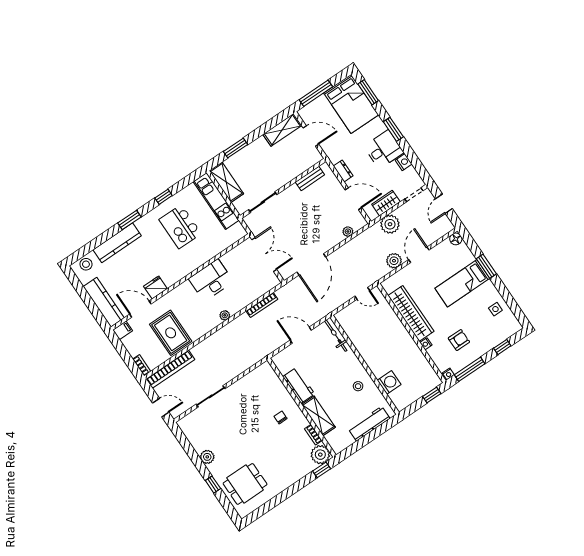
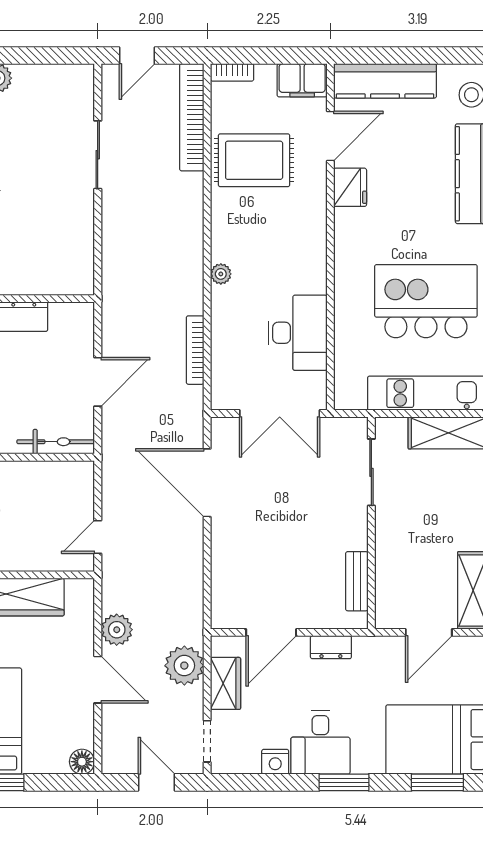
kitchen island: (180, 227) -> (426, 301), width x1.37, depth x1.28
plant: (348, 232) -> (221, 584), removed
desk: (211, 280) -> (298, 333), moved
filing cabinet: (123, 330) -> (302, 80), width x2.00

